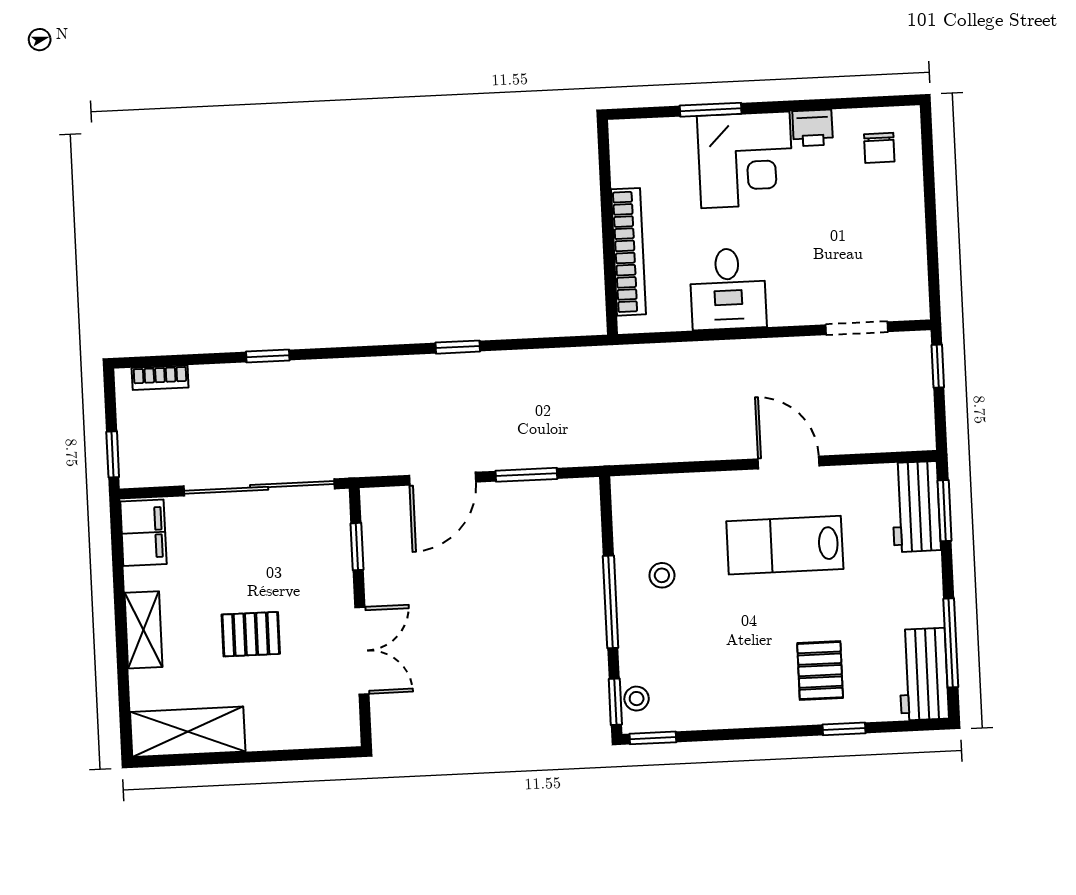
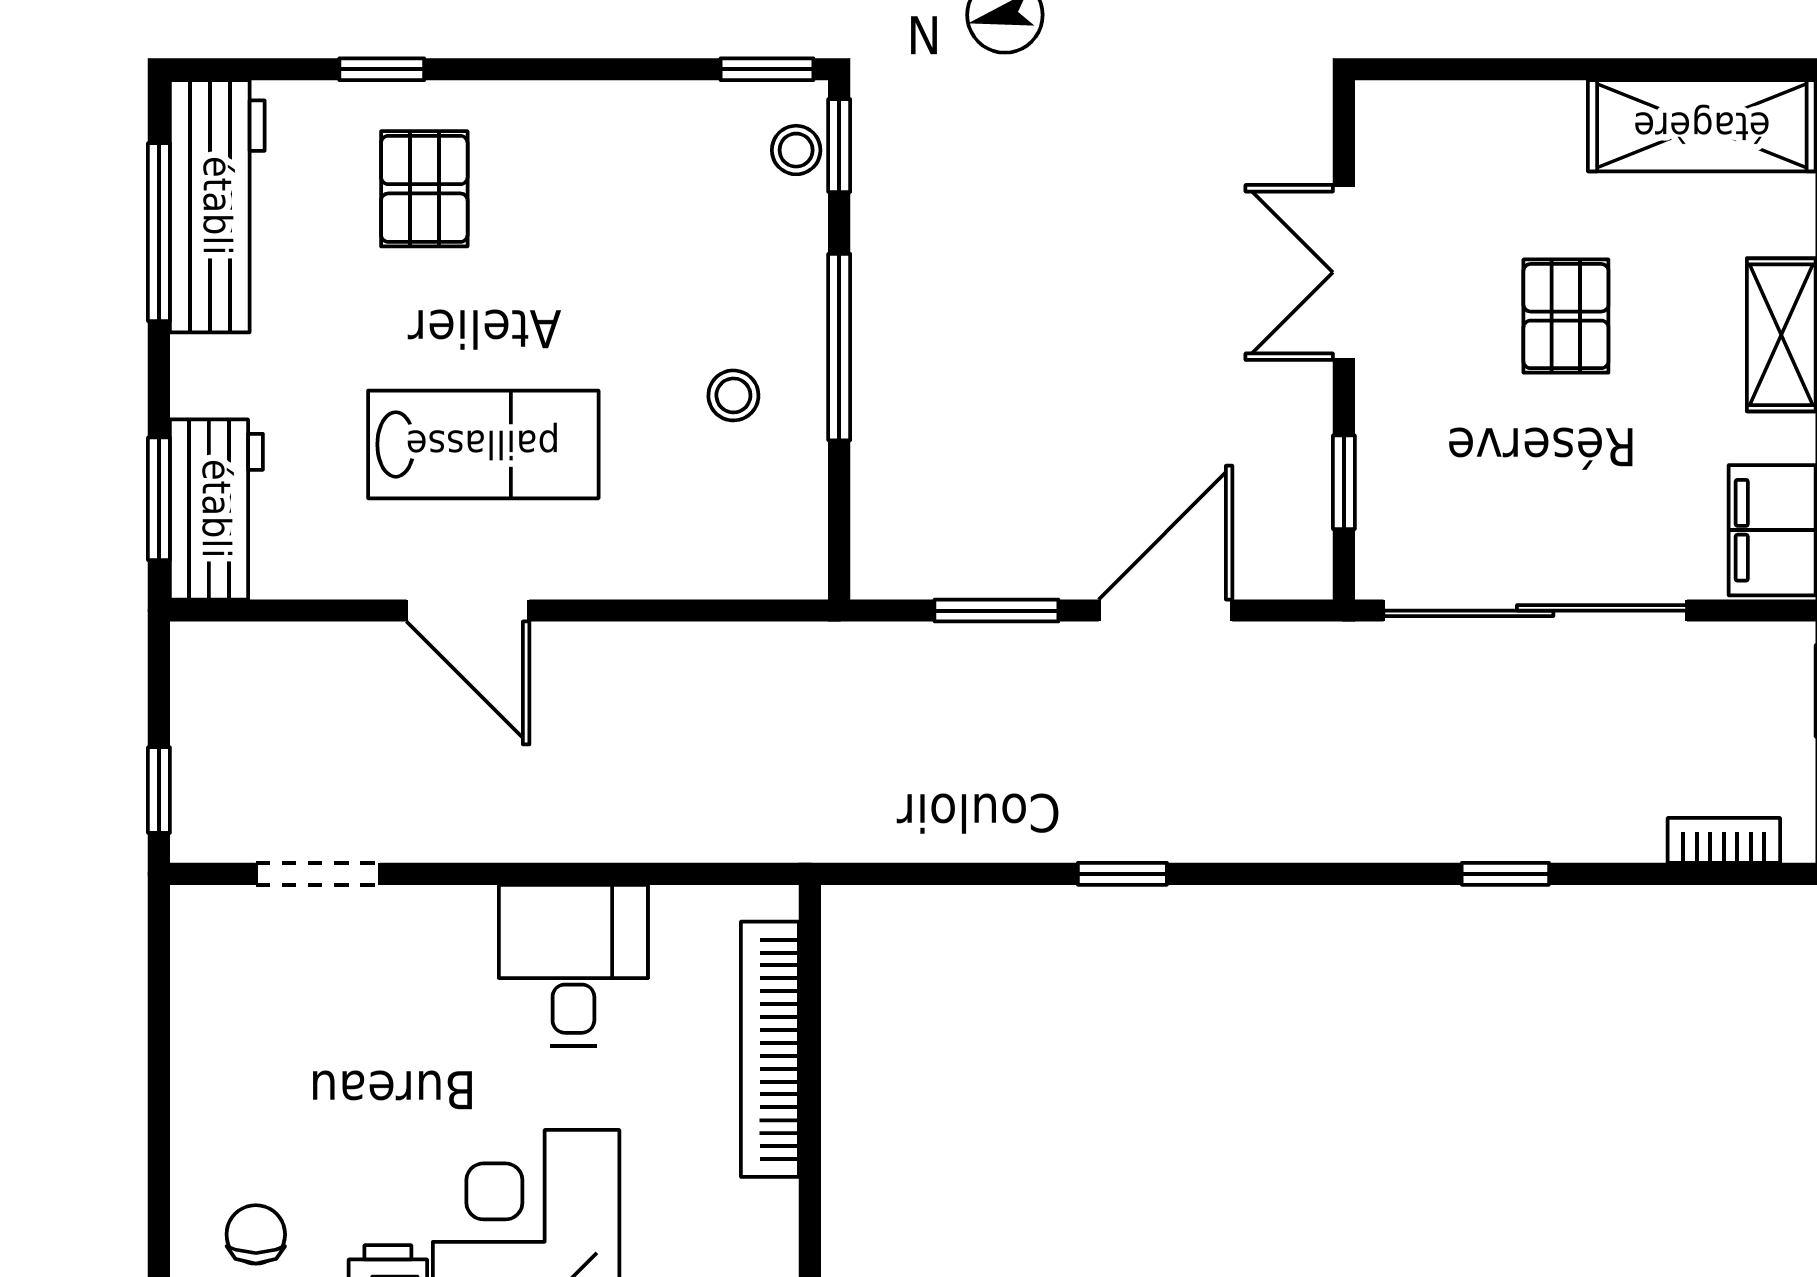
pallet: (251, 634) -> (1566, 316), turned 90
workbench: (923, 674) -> (217, 206), width x1.38

